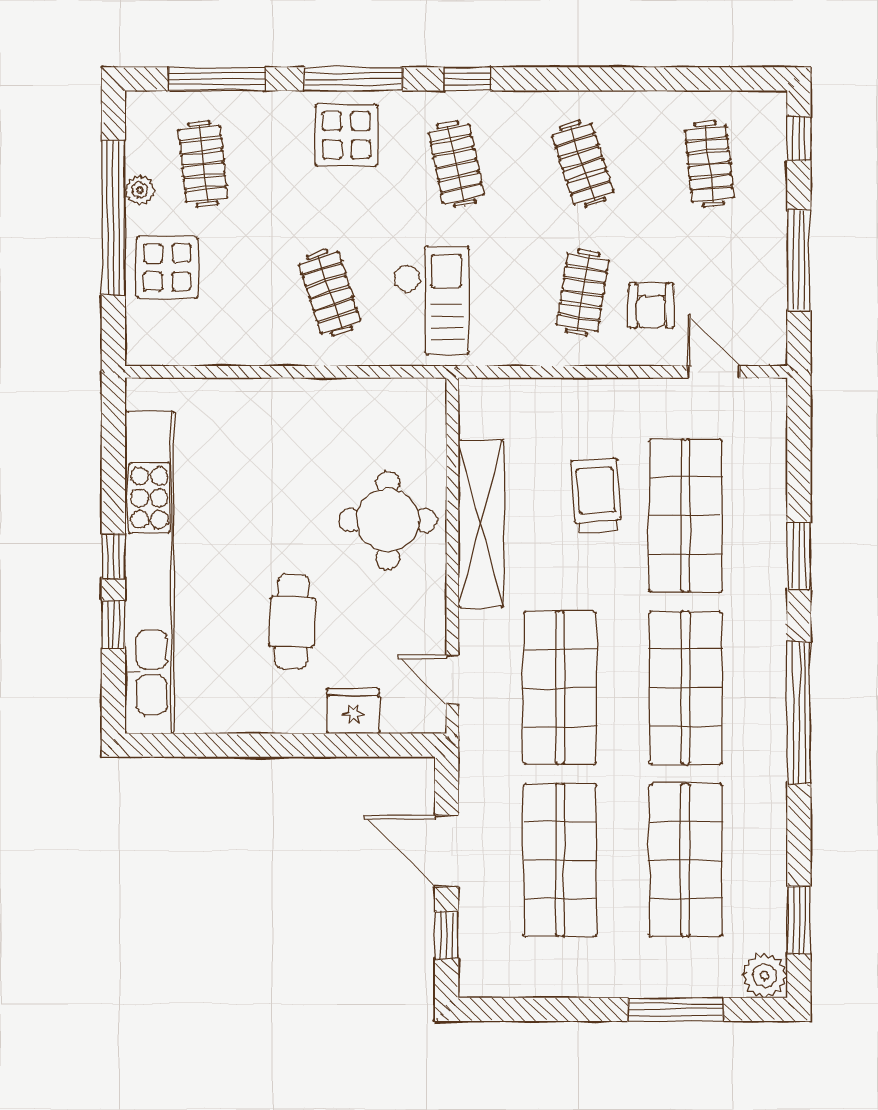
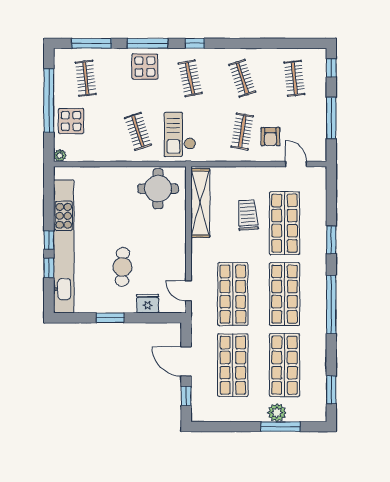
plant: (140, 190) -> (60, 155), moved
checkout: (431, 300) -> (180, 135), turned 180
round table: (388, 520) -> (158, 189), moved
shelving: (481, 523) -> (200, 203), moved
window: (262, 745) -> (110, 318), added
plant: (764, 975) -> (277, 413), moved

